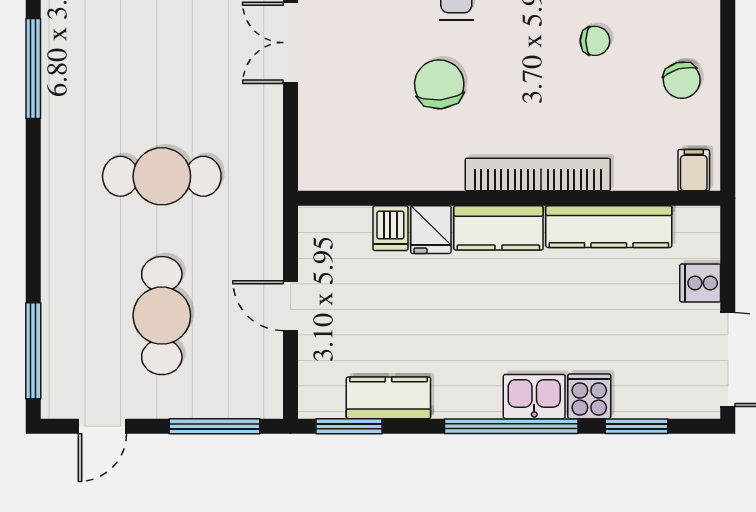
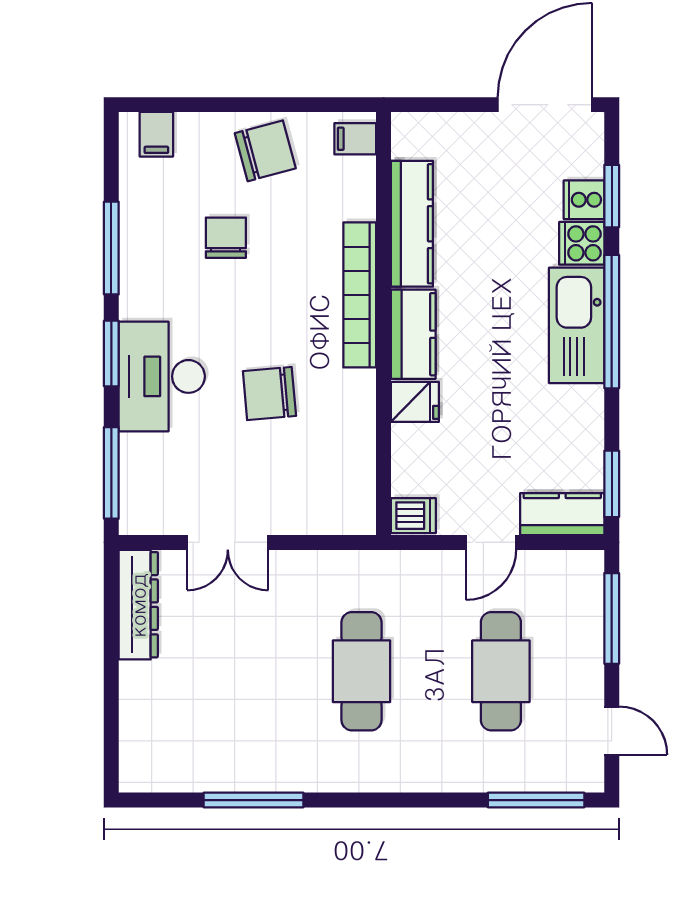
chair: (595, 41) -> (226, 238), width x1.37, depth x1.37
chair: (682, 80) -> (265, 151), width x1.37, depth x1.37
dishwasher: (390, 228) -> (413, 516), moved
cooker: (700, 283) -> (584, 200), moved, turned 90
cafe table: (162, 316) -> (501, 671), turned 90
kitchen sink: (534, 397) -> (577, 325), width x1.87, depth x1.24
kitchen counter: (388, 398) -> (562, 514), moved, turned 90

